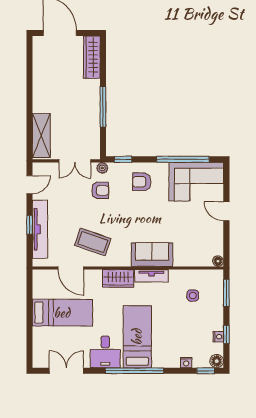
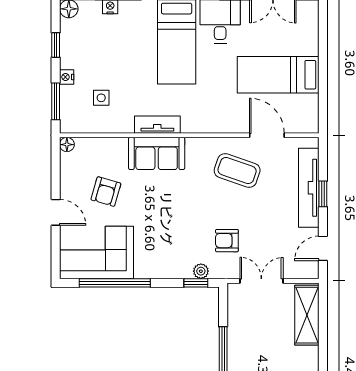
plant: (102, 168) -> (201, 271), moved
armchair: (142, 182) -> (106, 192), moved, turned 106
wardrobe: (118, 278) -> (203, 121), removed
nightstand: (218, 337) -> (67, 77), moved

